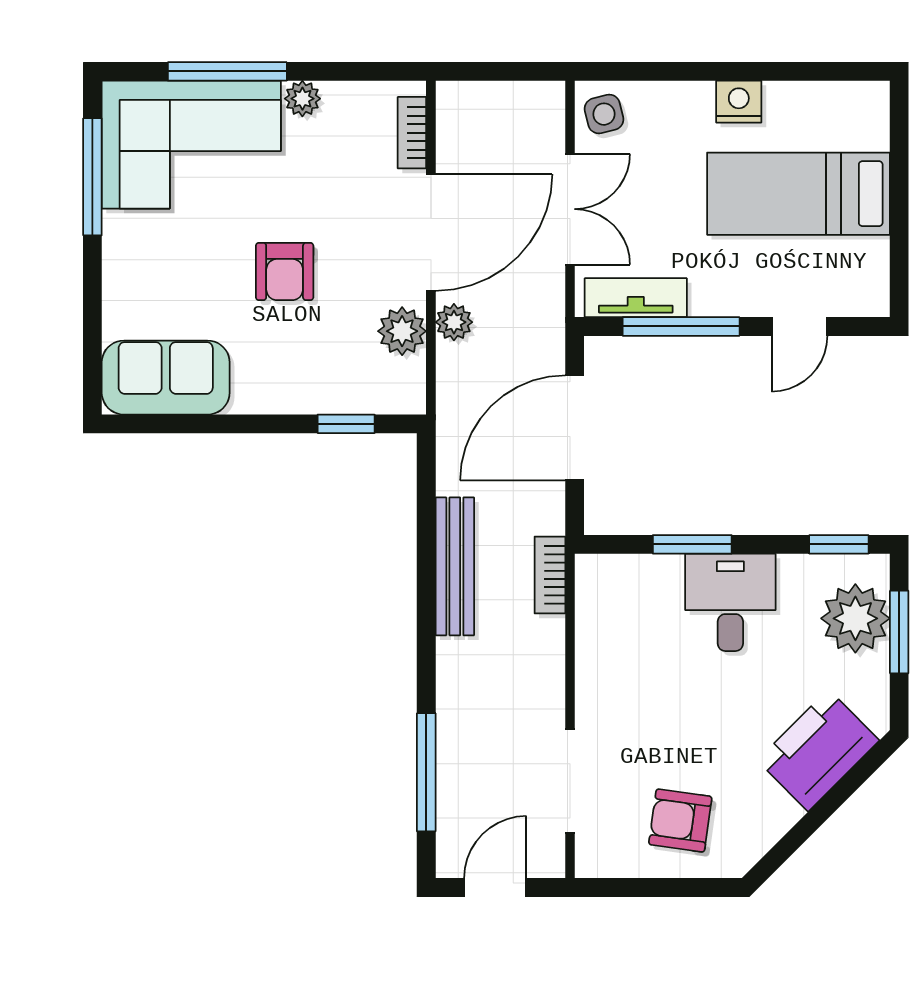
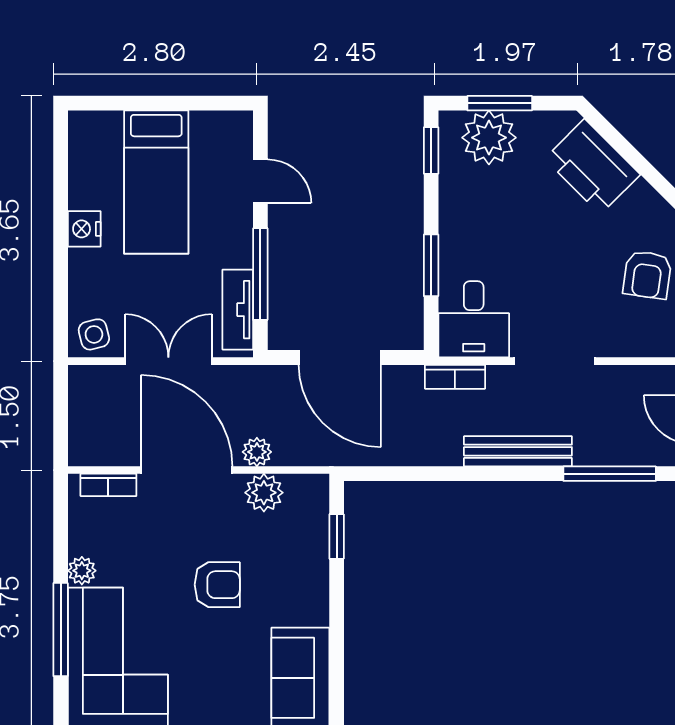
bench: (455, 566) -> (518, 451), moved
desk: (730, 602) -> (474, 319), moved, turned -90
doorway: (570, 781) -> (555, 361), moved

